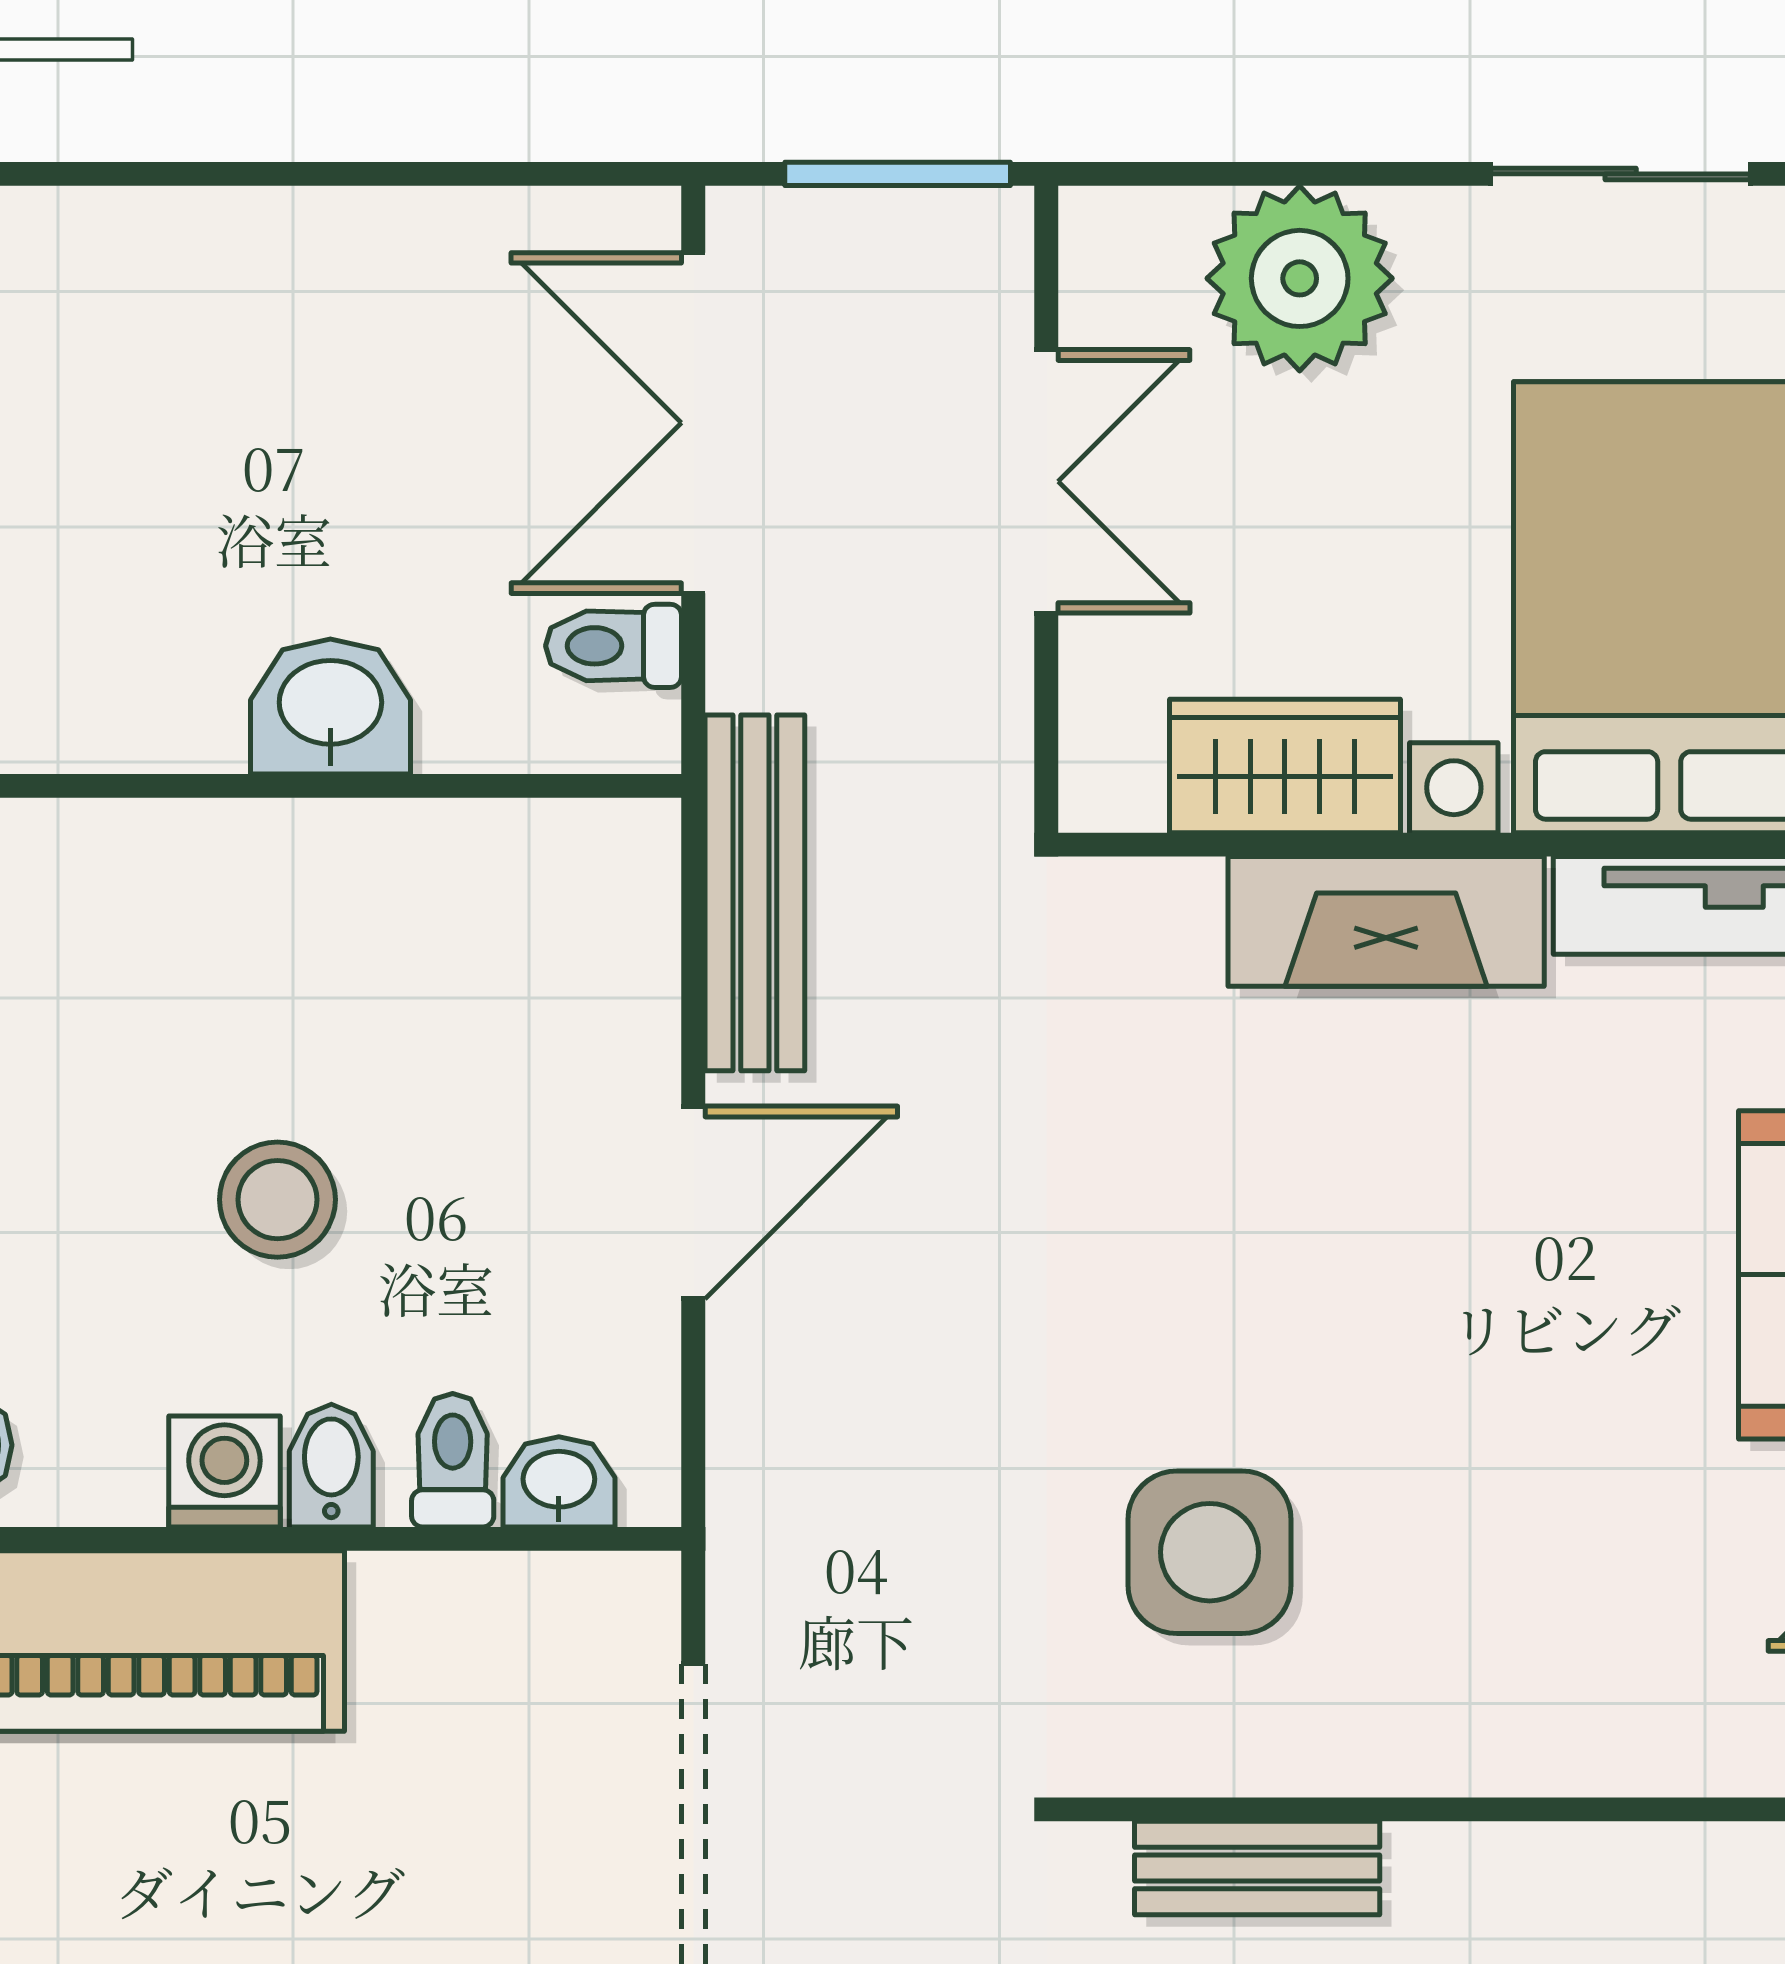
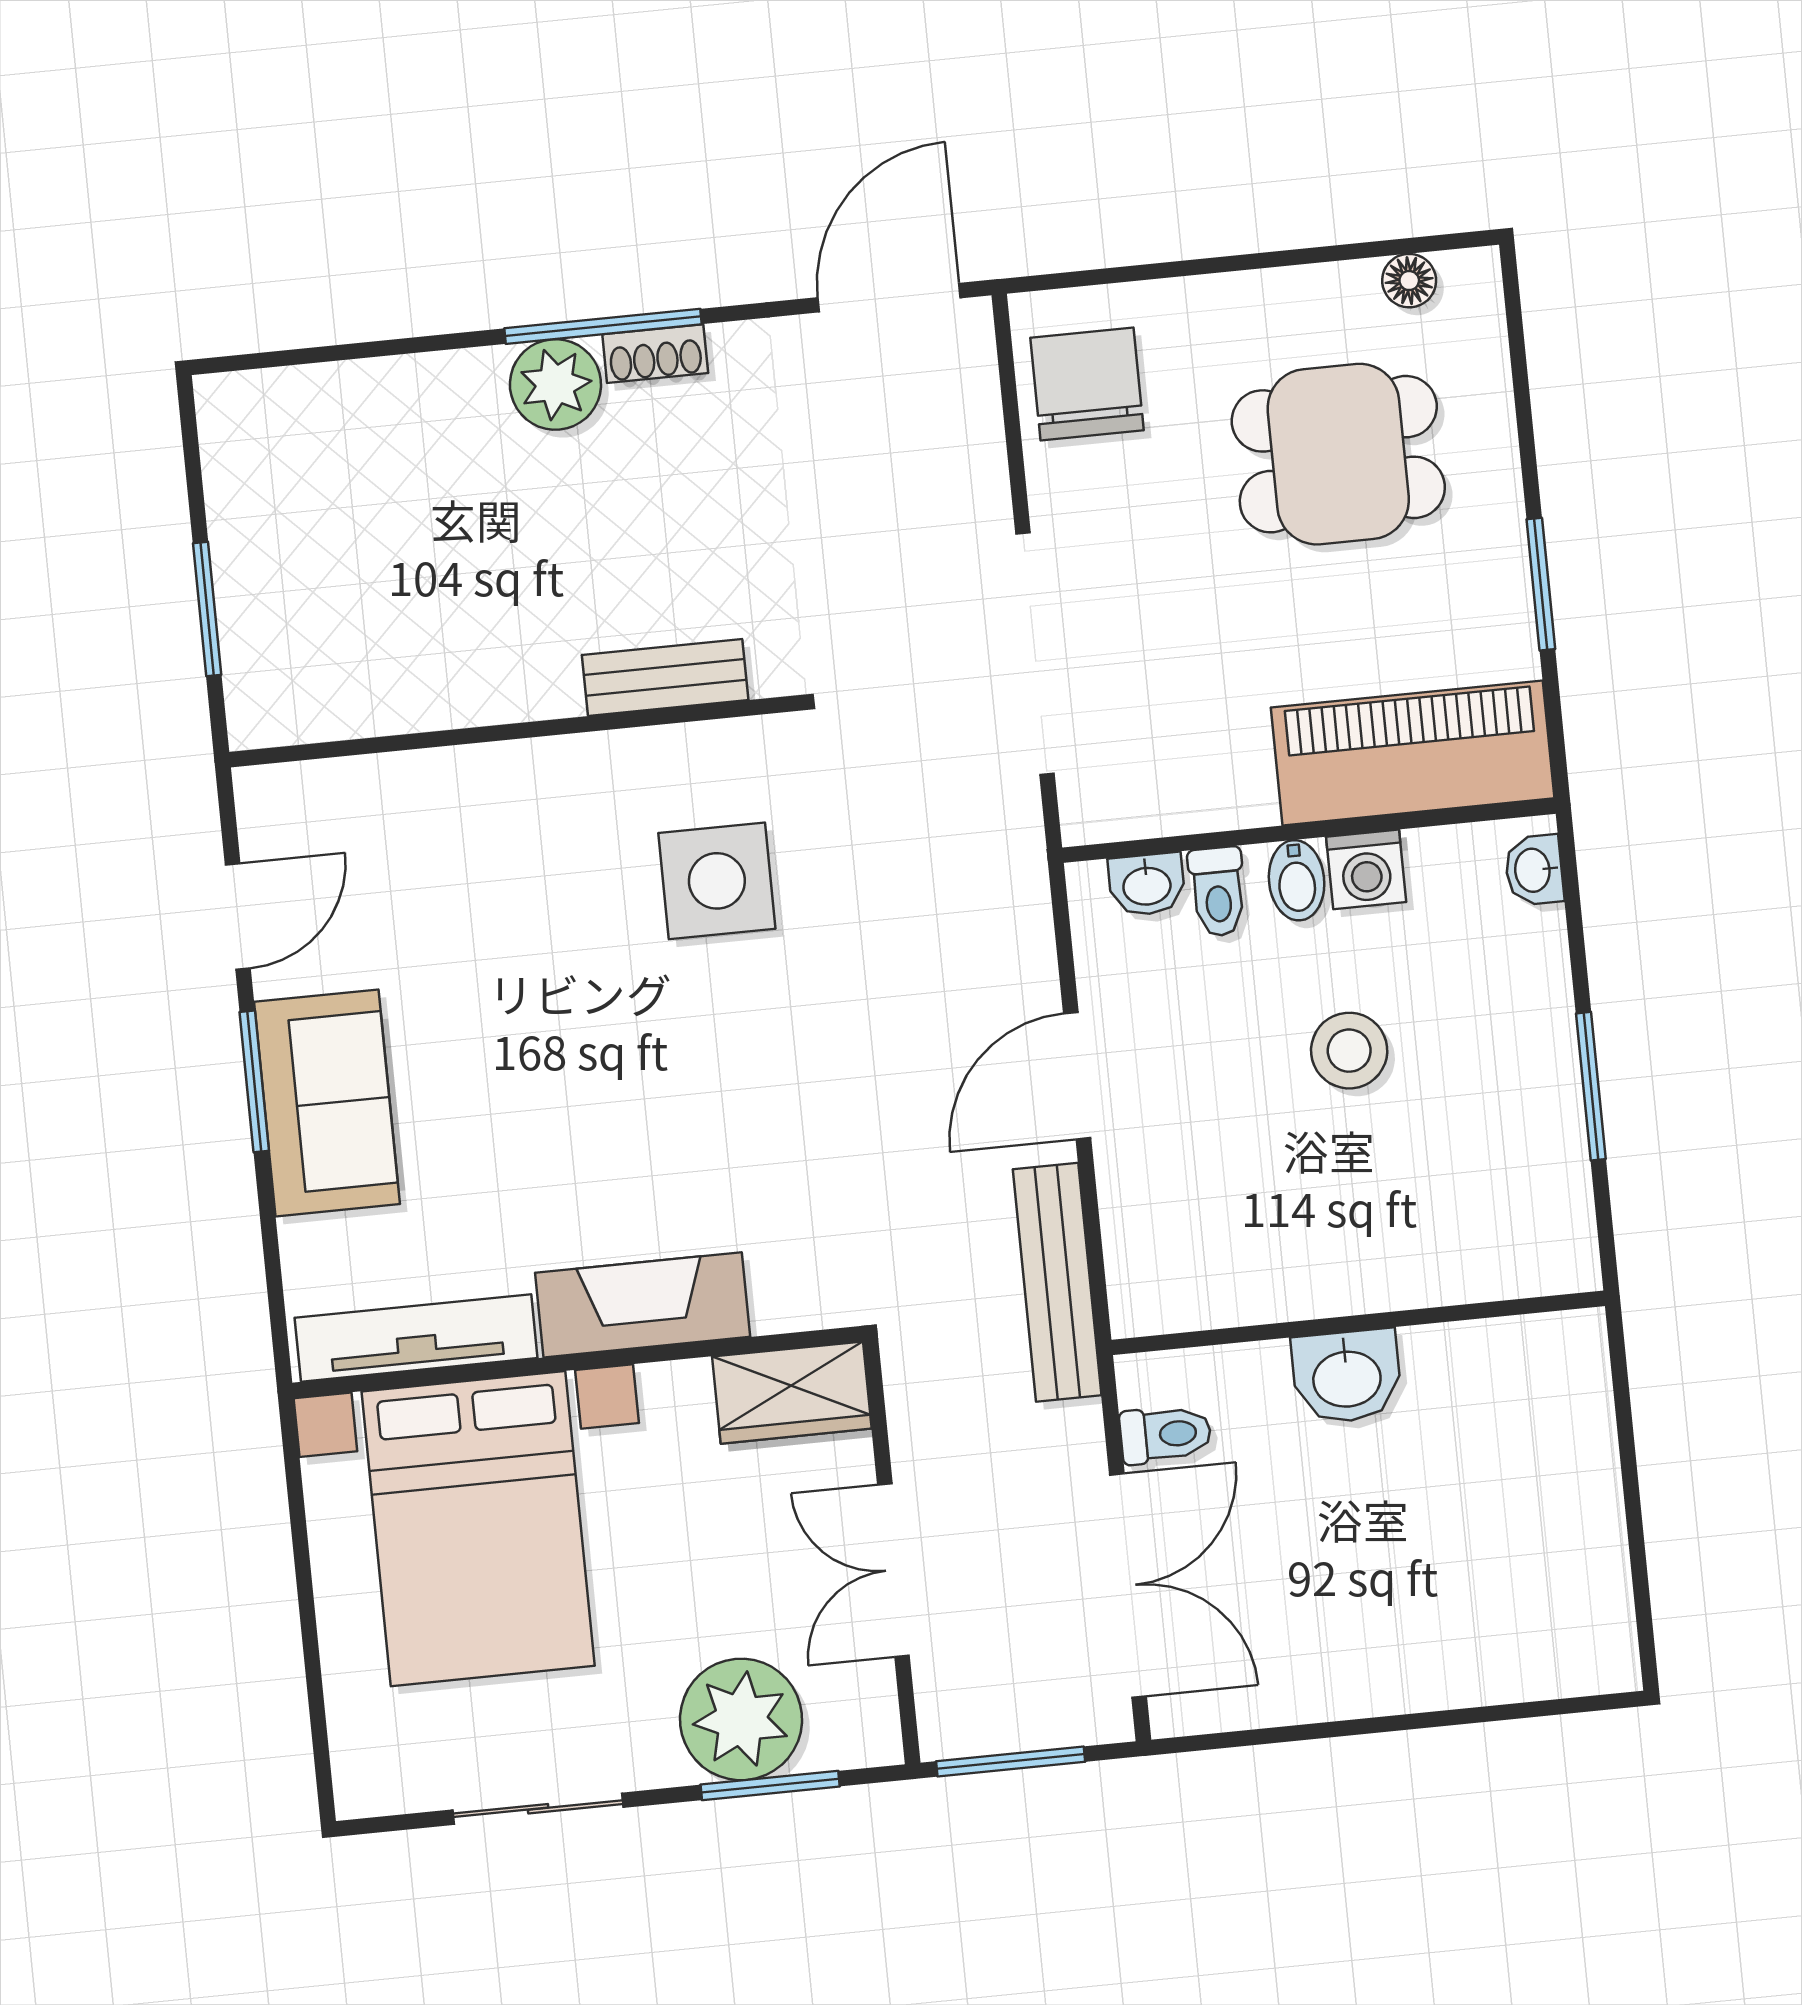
window: (1266, 174) -> (770, 1786), added
wardrobe: (1285, 766) -> (792, 1393), moved

